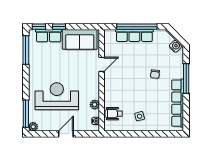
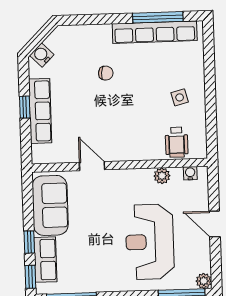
window: (137, 27) -> (25, 107), width x0.32
water cooler: (175, 46) -> (42, 55), moved
window: (186, 78) -> (158, 17), moved

